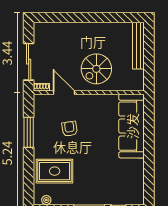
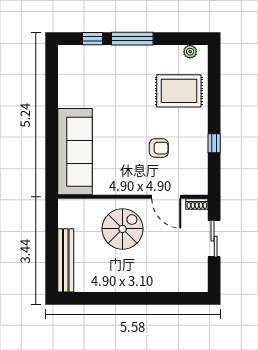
sliding door: (29, 62) -> (214, 239), width x0.73
armchair: (70, 129) -> (159, 148), turned -82
window: (29, 132) -> (214, 143), width x0.46

